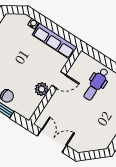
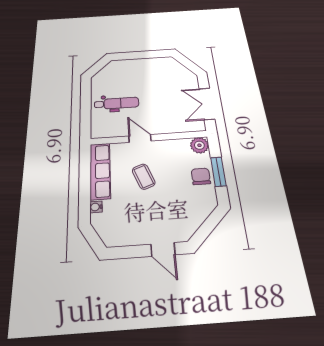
coffee table: (32, 63) -> (144, 177), added
plant: (42, 89) -> (199, 145), moved

